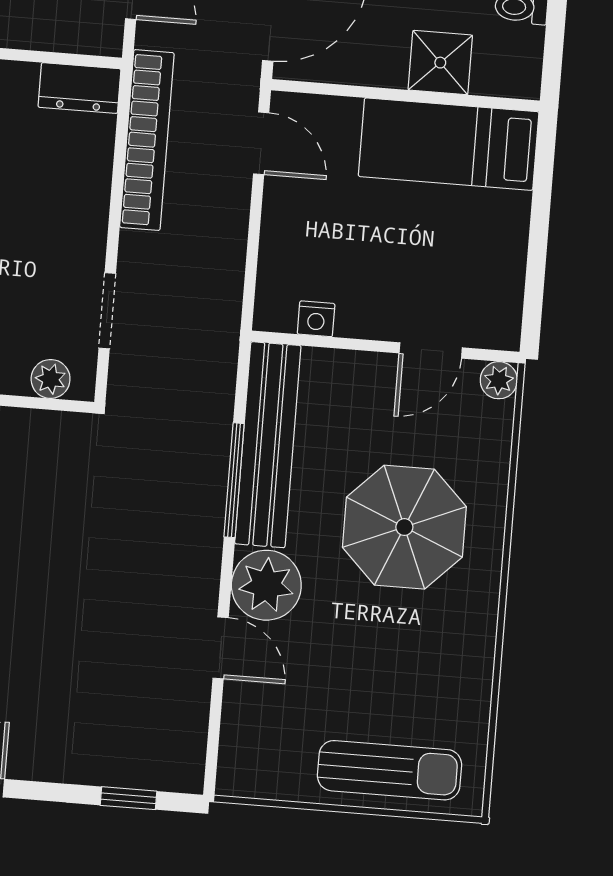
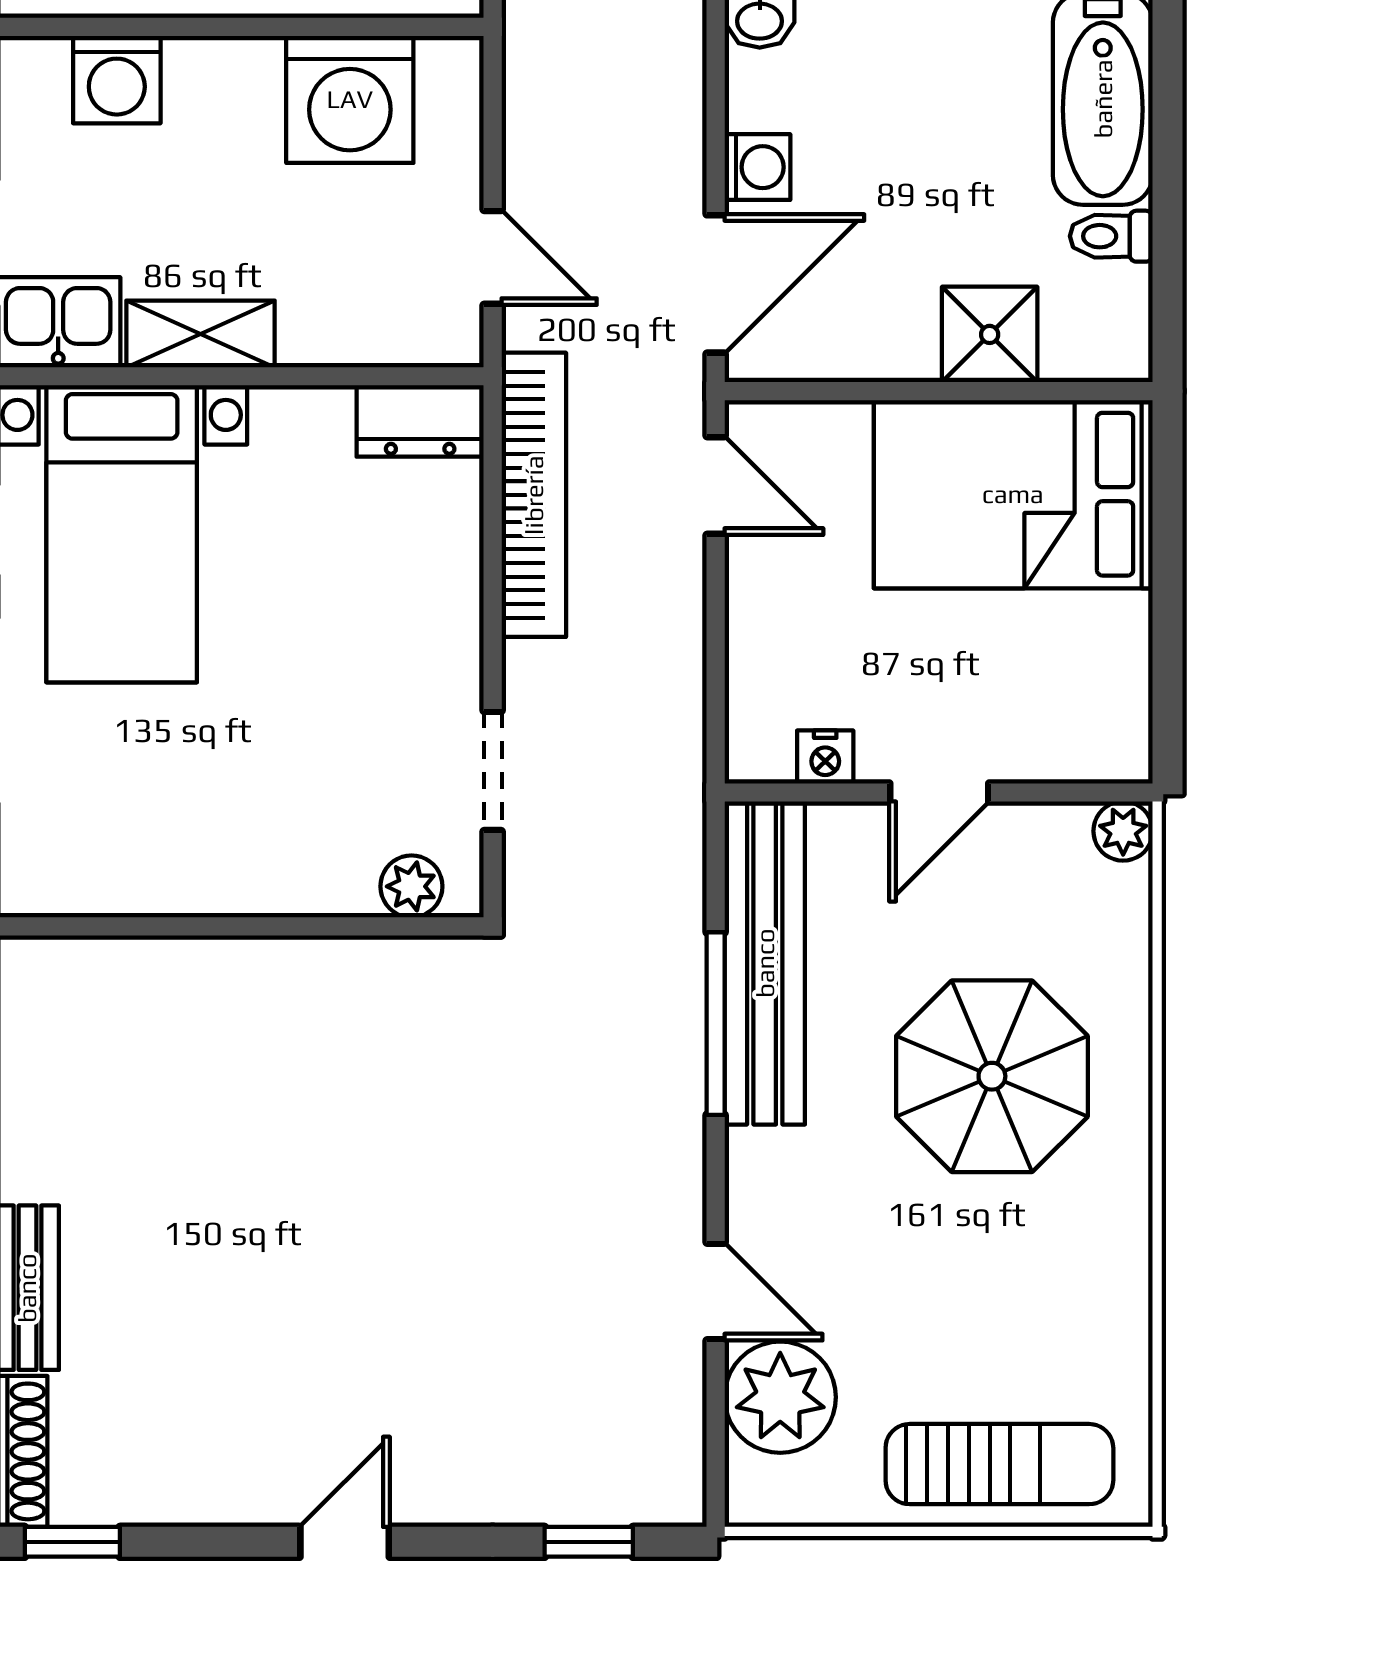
bed: (449, 144) -> (1013, 494), width x1.50
door: (431, 350) -> (939, 793), moved
plant: (266, 585) -> (780, 1397), moved

